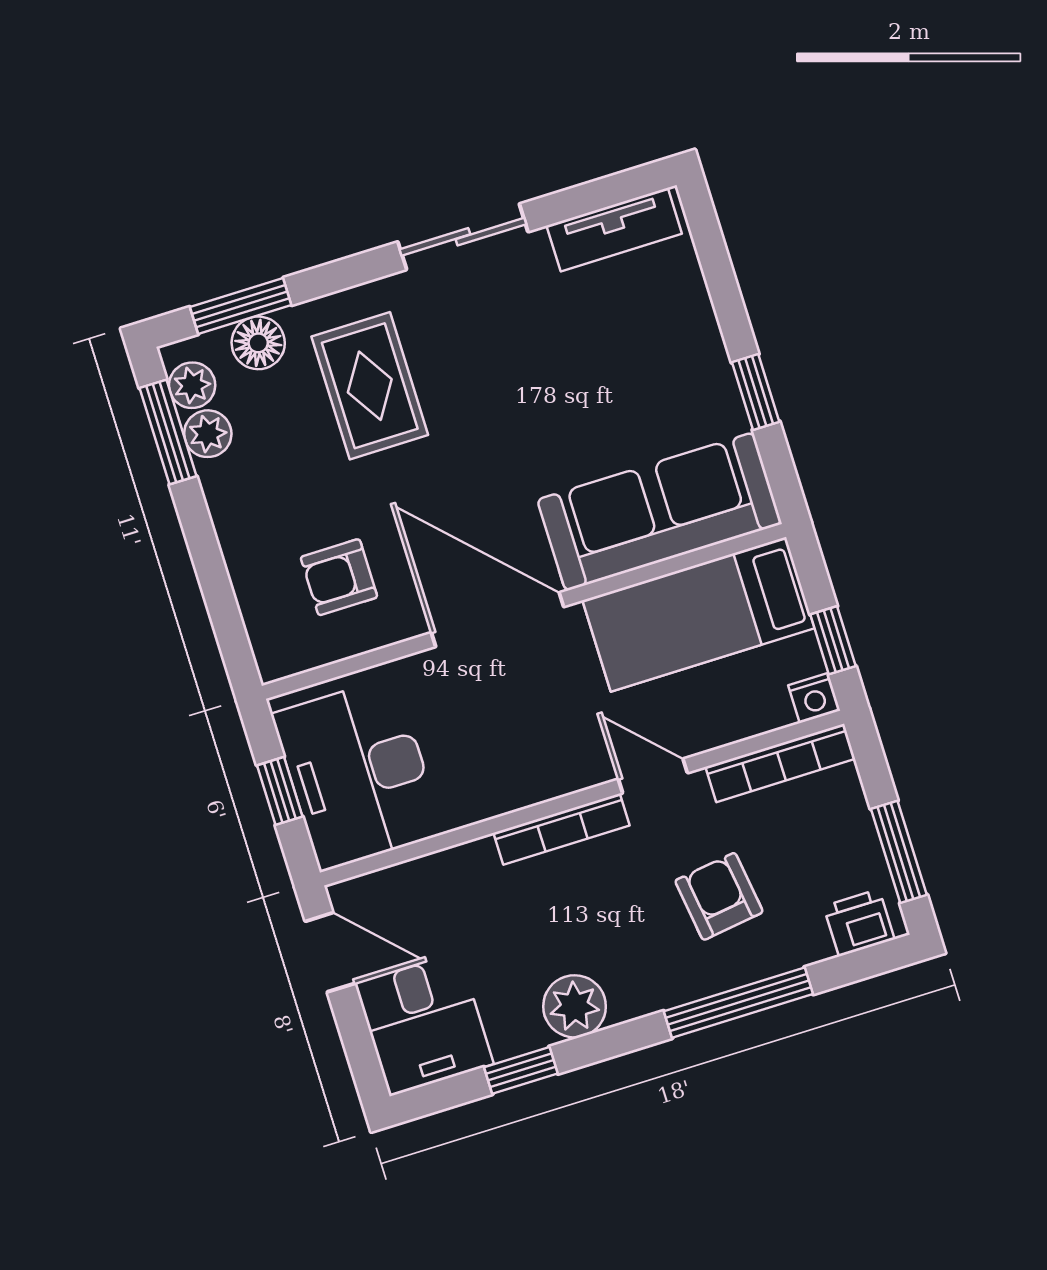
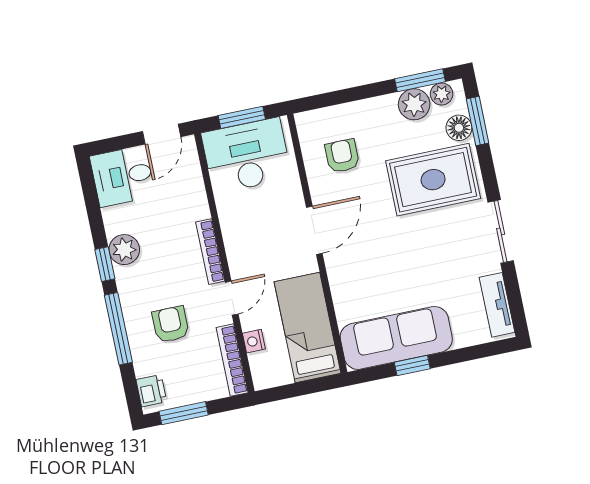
rug: (370, 386) -> (433, 180), width x1.36, depth x1.43
plant: (208, 434) -> (414, 104), width x1.38, depth x1.38
sofa: (659, 512) -> (396, 338), moved, turned -90
door: (497, 620) -> (314, 230), width x0.73
window: (833, 640) -> (289, 391), removed
nightstand: (814, 698) -> (254, 341), moved
window: (280, 791) -> (242, 117), width x1.50
armchair: (719, 896) -> (171, 324), turned -82
window: (521, 1070) -> (105, 264), moved

